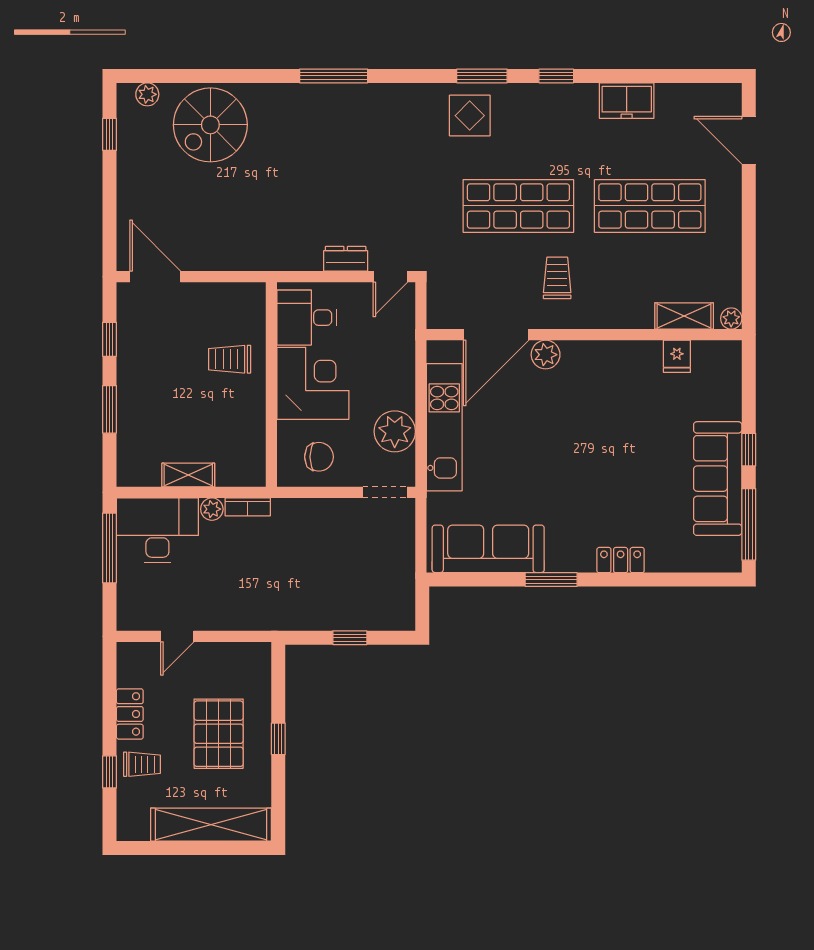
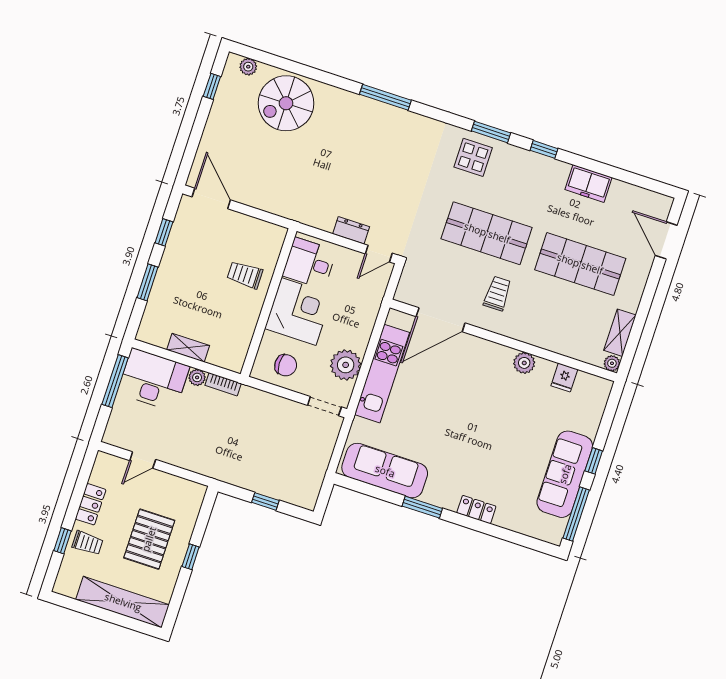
shelving: (684, 316) -> (620, 333), moved, turned 90
plant: (546, 355) -> (524, 363), moved

